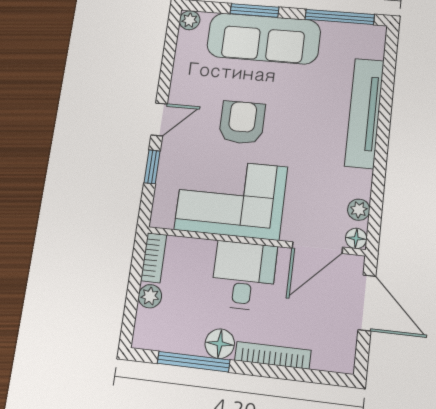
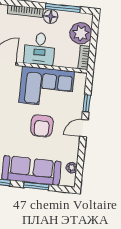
plant: (190, 20) -> (72, 168), moved
plant: (150, 296) -> (81, 33), width x1.88, depth x1.88

